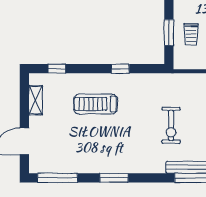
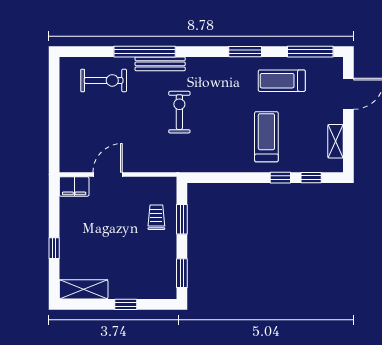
window: (120, 69) -> (280, 178), moved
treadmill: (96, 104) -> (266, 137), turned -90
treadmill: (82, 153) -> (282, 81), added

